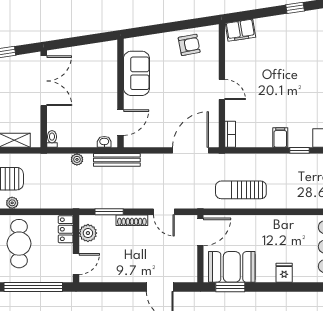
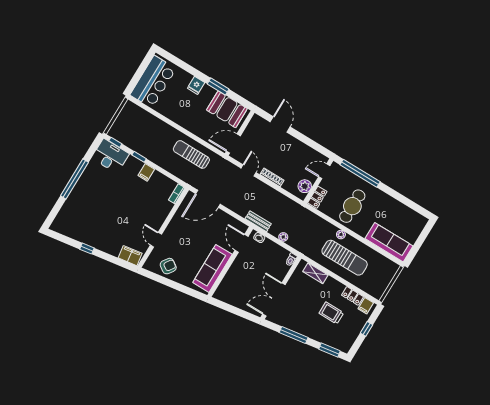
armchair: (189, 45) -> (168, 266), turned 135
sofa: (136, 73) -> (212, 268), width x1.36
door: (222, 89) -> (156, 240), moved
door: (121, 123) -> (242, 243), hinge flipped
bench: (117, 160) -> (258, 221), width x0.73
sun lounger: (241, 190) -> (191, 154), turned 180
window: (109, 212) -> (283, 192), removed
window: (230, 287) -> (218, 87), moved

